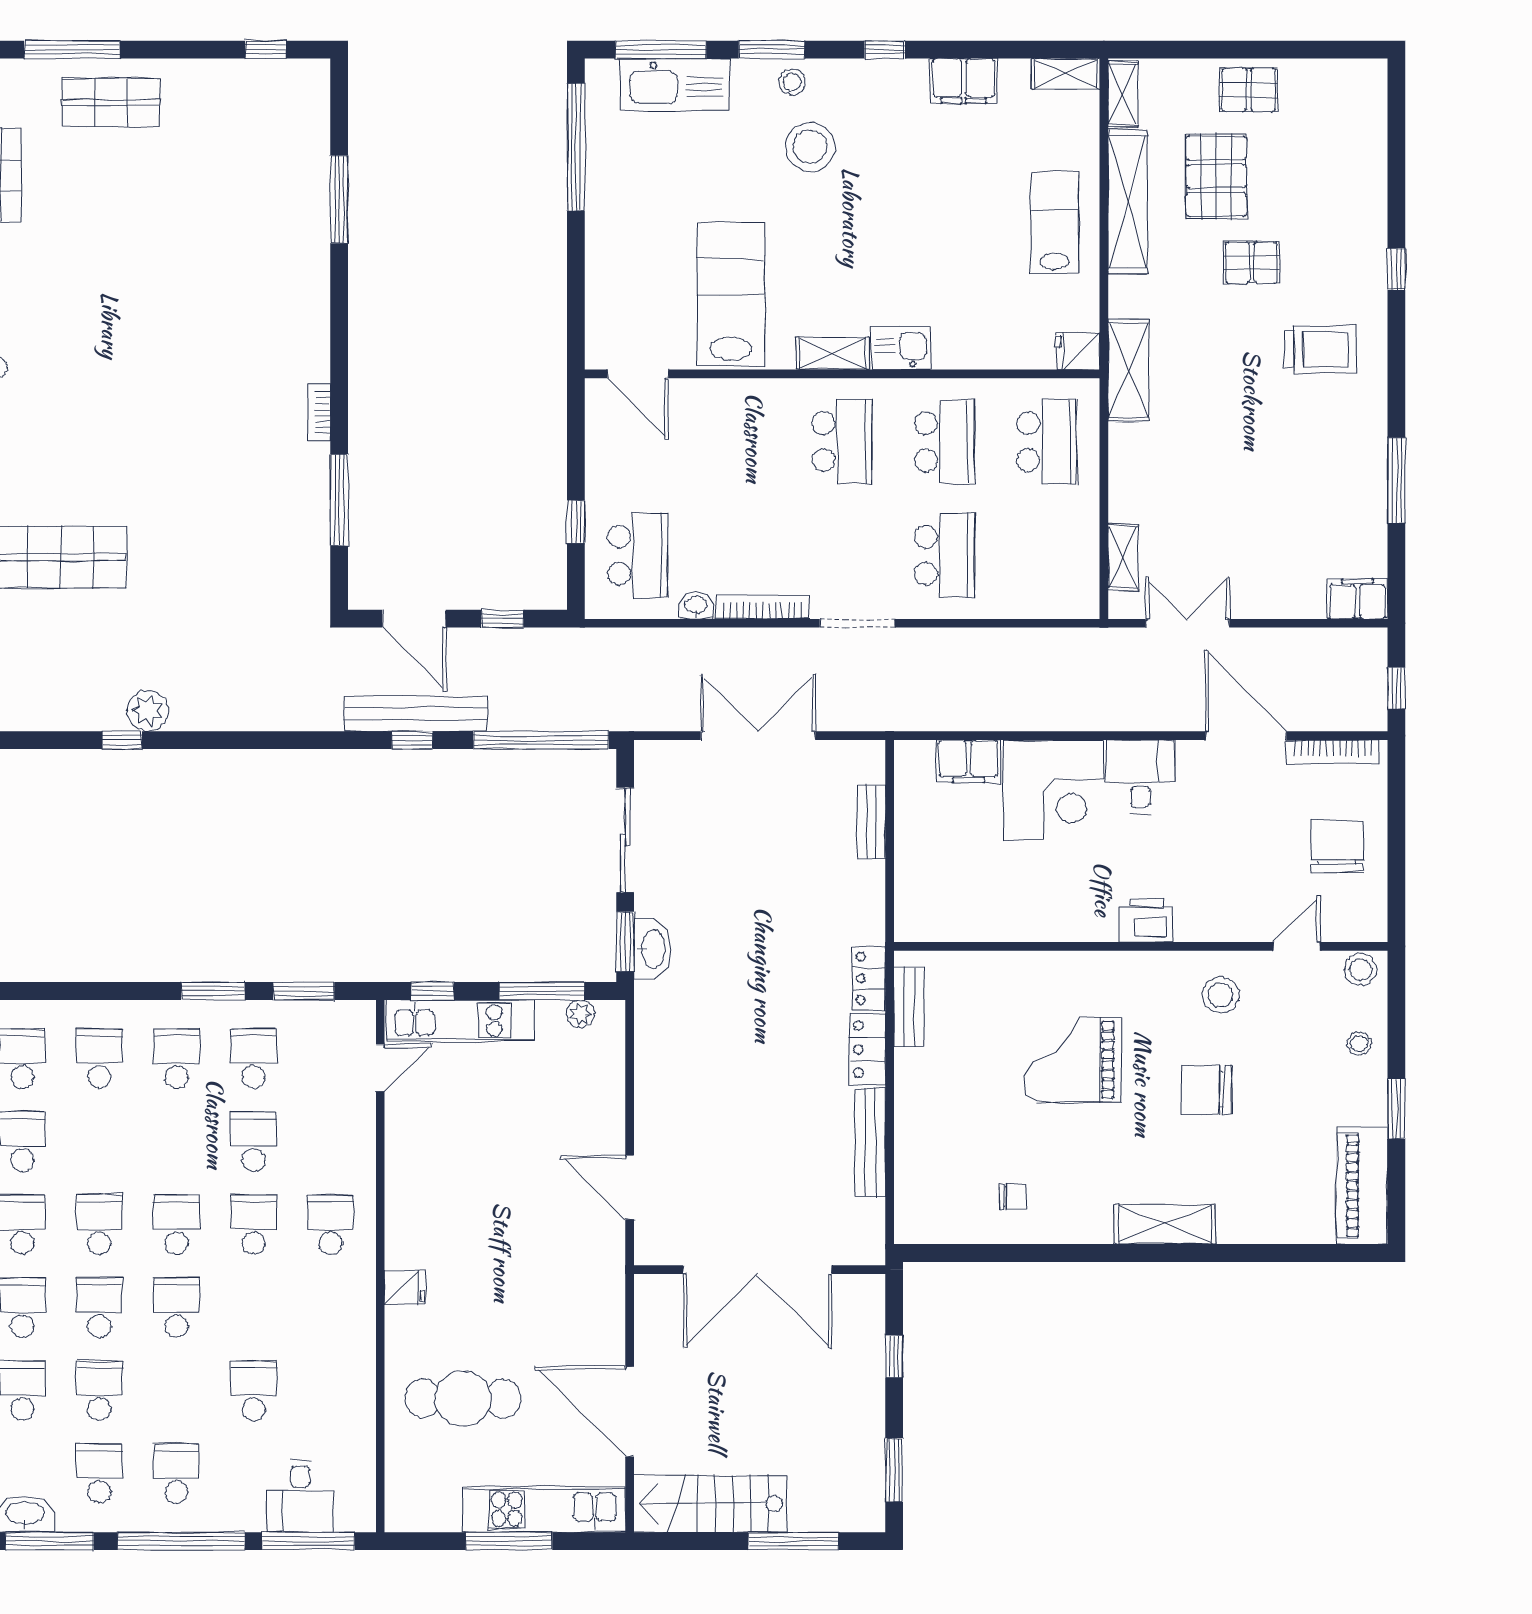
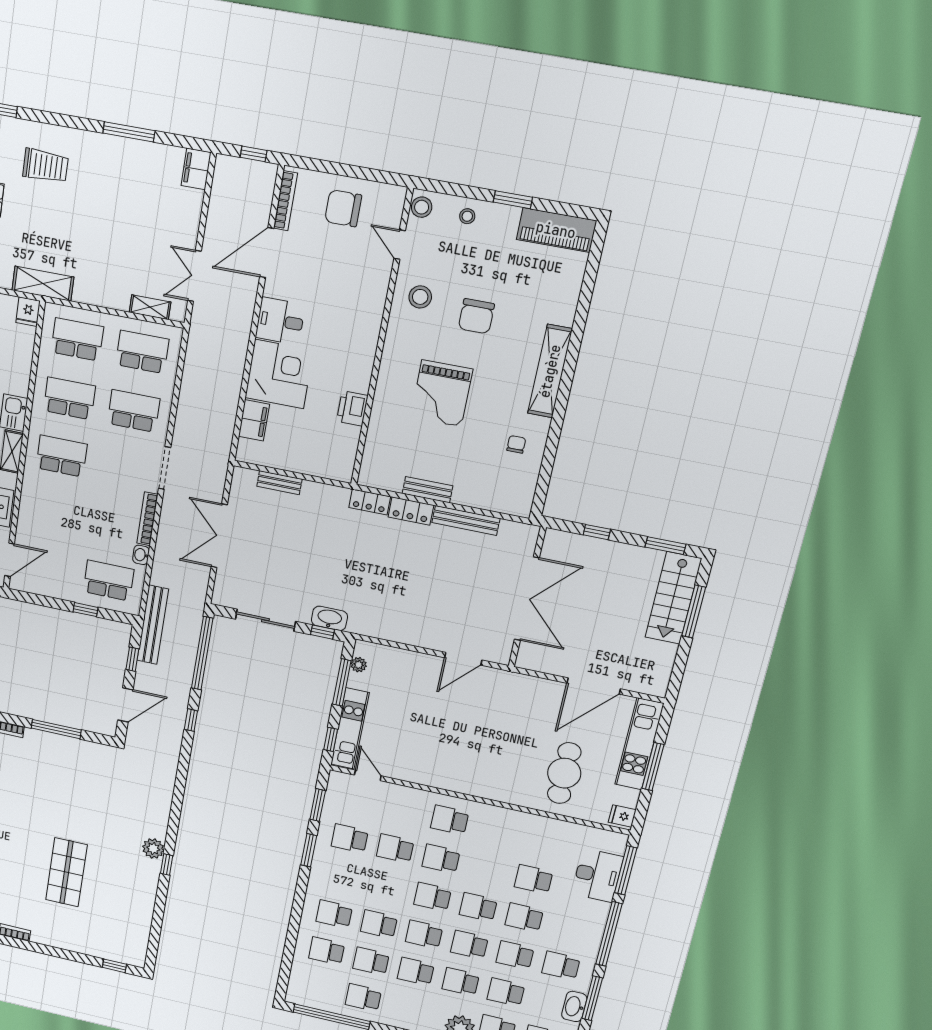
trolley: (1320, 349) -> (45, 166), turned 90
school desk: (1047, 555) -> (142, 352), added
bench: (416, 714) -> (153, 625), moved
printer: (1146, 920) -> (352, 408), moved
window: (625, 941) -> (322, 632), width x0.67
bench: (909, 1007) -> (428, 490), moved
school desk: (176, 1059) -> (379, 924), moved
shelving: (1165, 1224) -> (550, 371), width x1.47
fridge: (405, 1287) -> (622, 816), moved, turned -90
school desk: (176, 1473) -> (524, 917), moved
desk: (300, 1496) -> (597, 875), width x1.37
stairs: (710, 1504) -> (673, 598), moved

